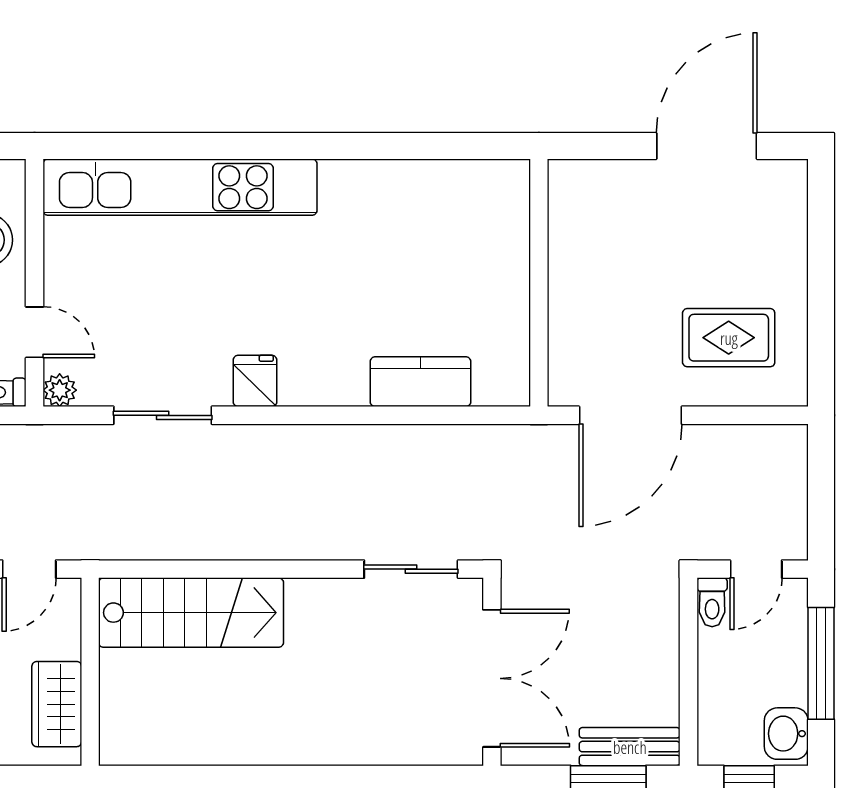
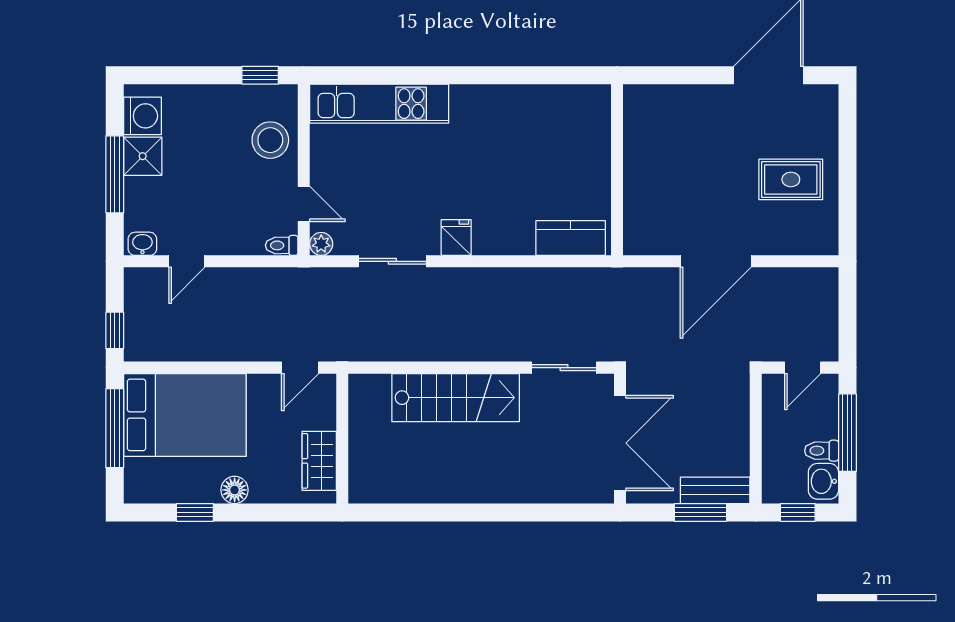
kitchen unit: (180, 187) -> (379, 104), width x0.73
wall: (539, 283) -> (617, 170), moved
rug: (729, 338) -> (791, 179), moved
toilet: (712, 602) -> (822, 451), moved, turned 90
stairs: (191, 613) -> (456, 398), moved

